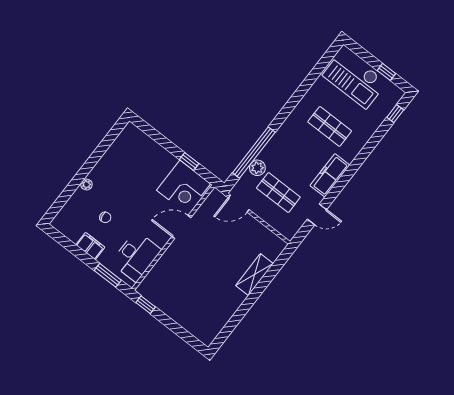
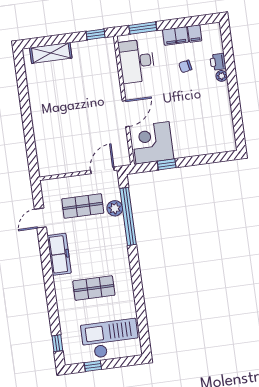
printer: (79, 197) -> (218, 62), added
filing cabinet: (75, 234) -> (195, 34), added
shelving: (255, 275) -> (51, 53), moved, turned 90

